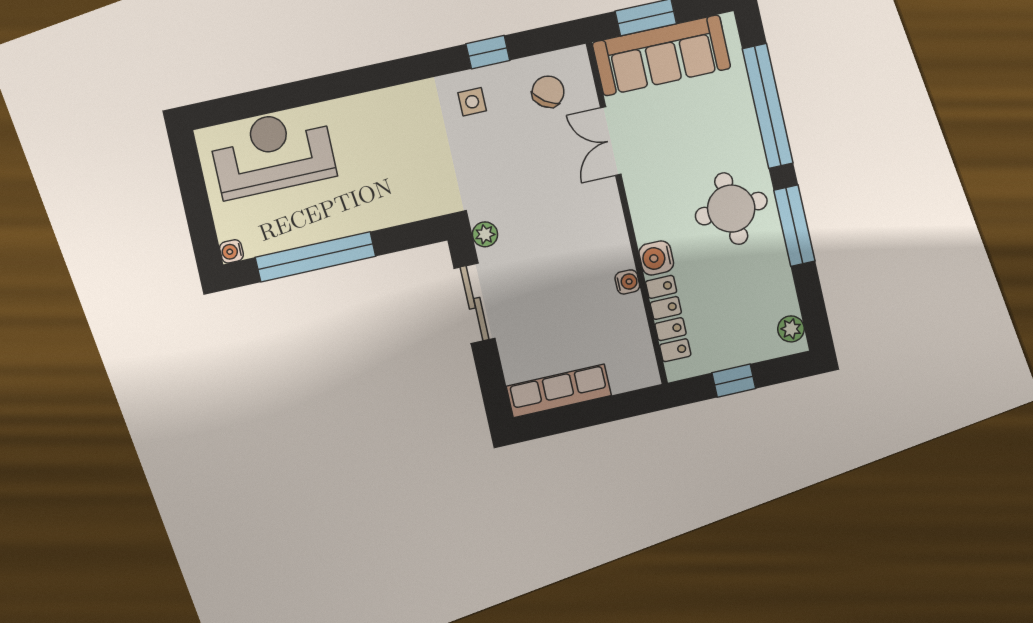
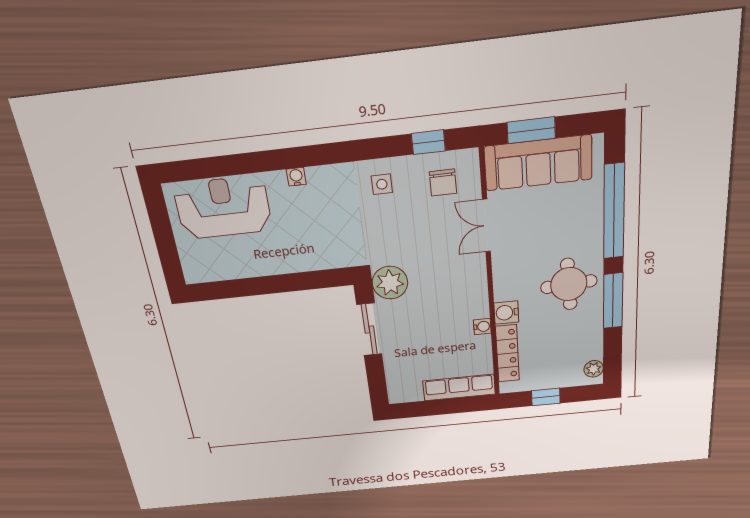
window: (488, 52) -> (428, 142), moved
chair: (548, 92) -> (443, 183), turned 145
plant: (485, 234) -> (390, 283), width x1.88, depth x1.88
water cooler: (231, 251) -> (296, 177), moved, turned 90
window: (316, 257) -> (254, 286), removed
row of seats: (559, 391) -> (459, 388), moved

